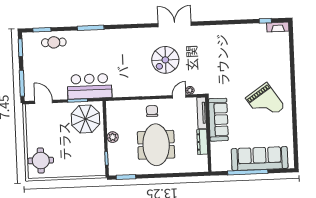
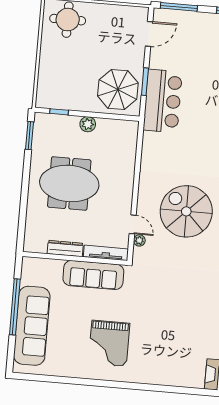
spiral stairs: (165, 60) -> (186, 211), width x1.37, depth x1.37
grand piano: (265, 102) -> (109, 343), turned -56
chair: (152, 111) -> (117, 184), removed

